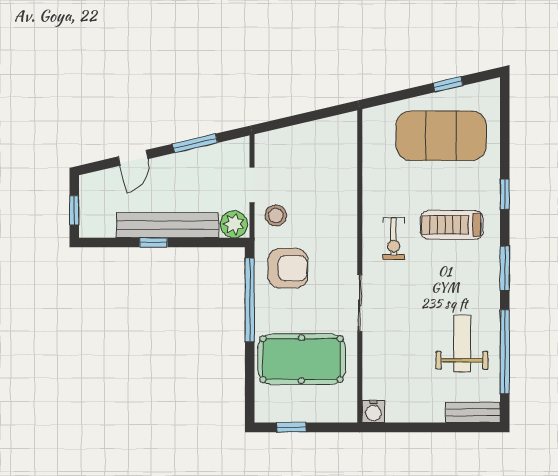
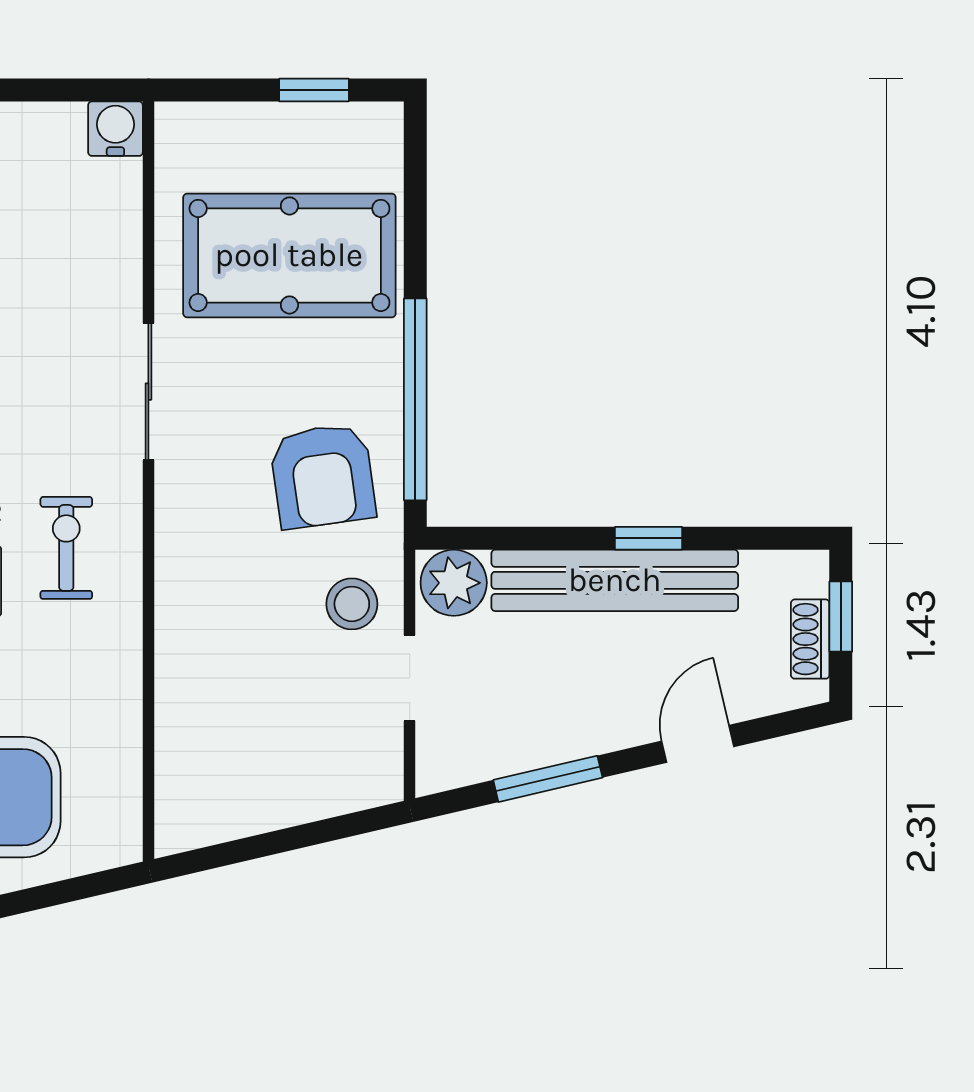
shoe rack: (87, 201) -> (810, 639), added
armchair: (288, 268) -> (323, 476), turned -98

